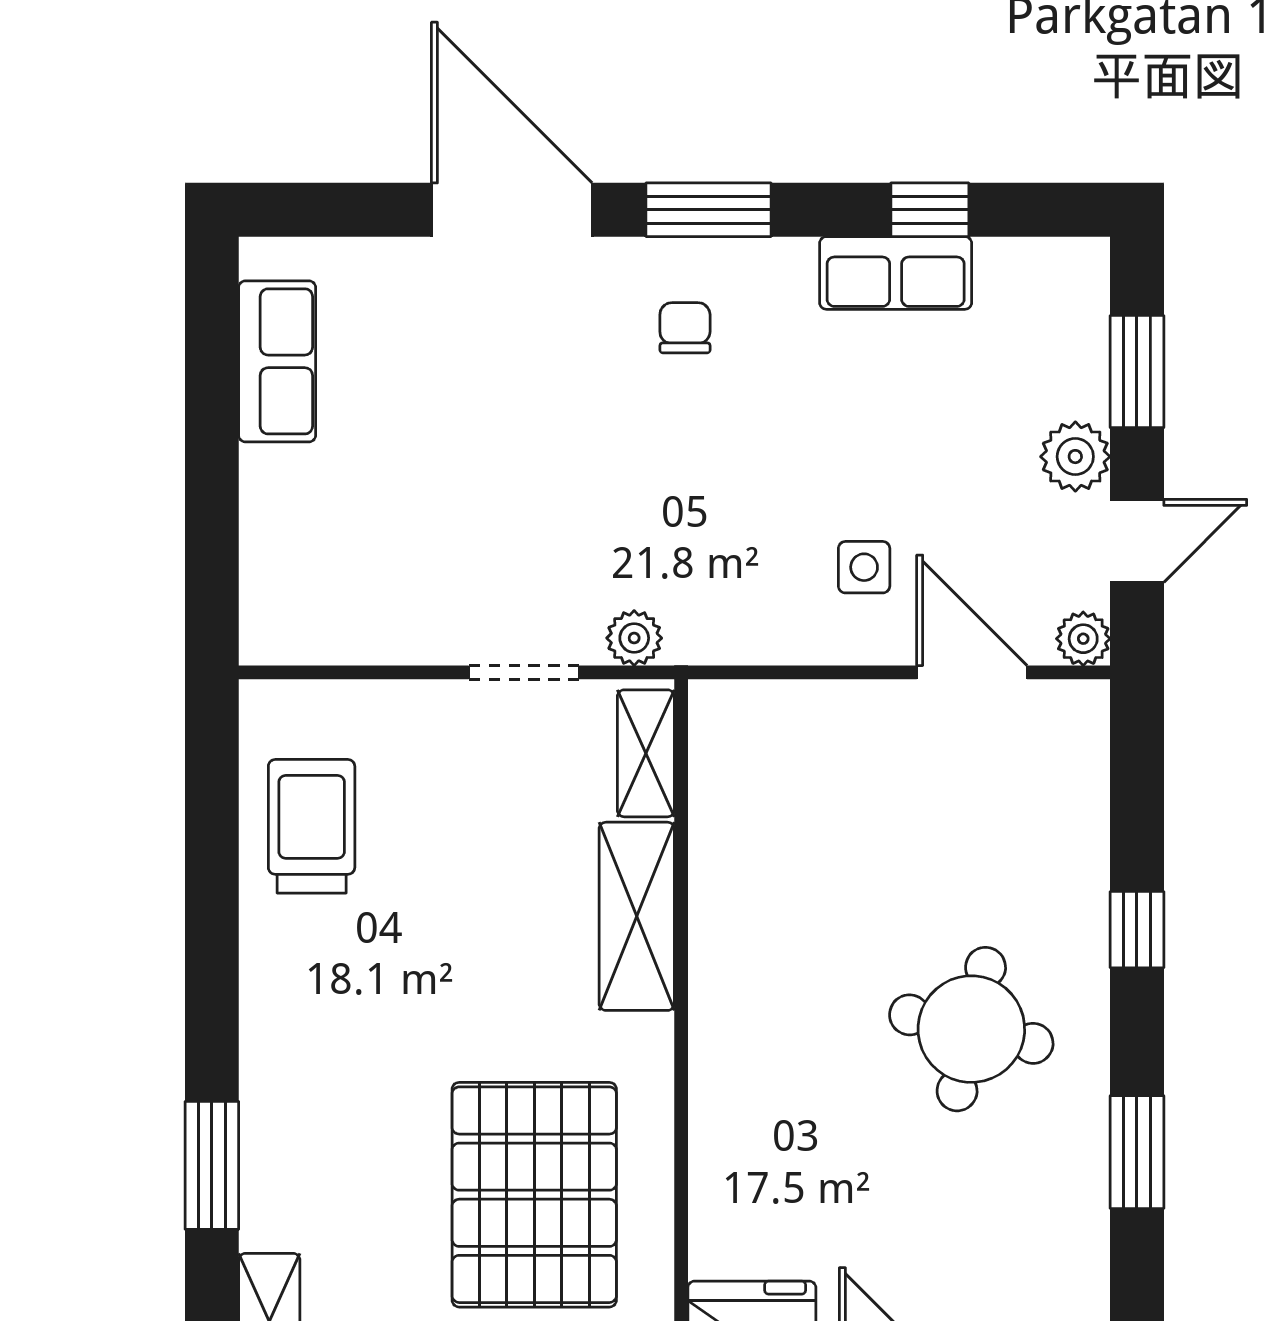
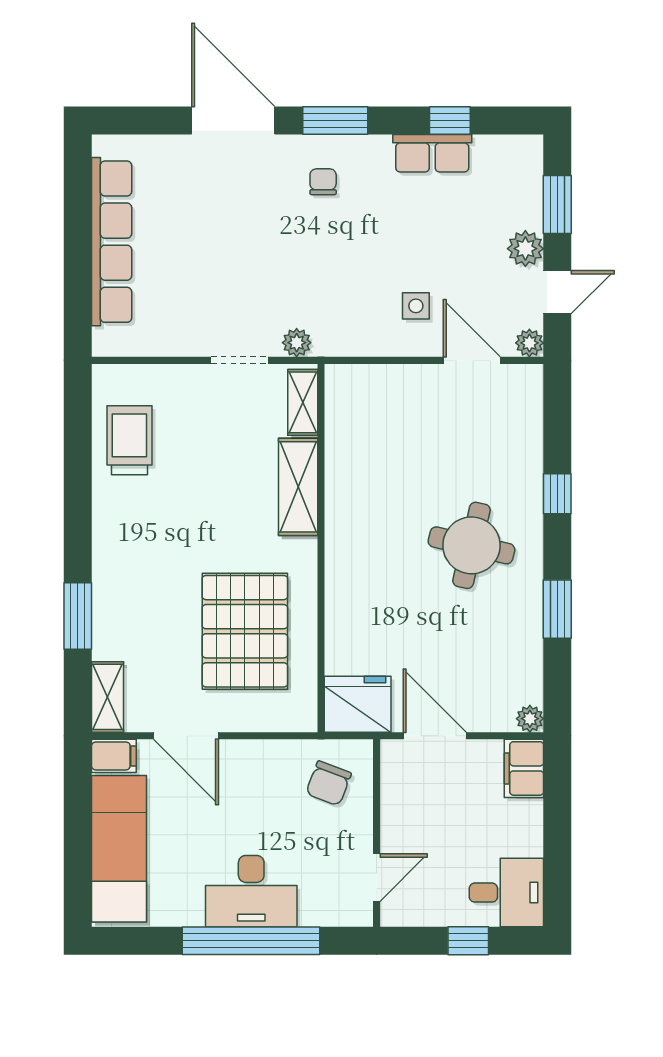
row of seats: (277, 361) -> (112, 242), width x2.02

